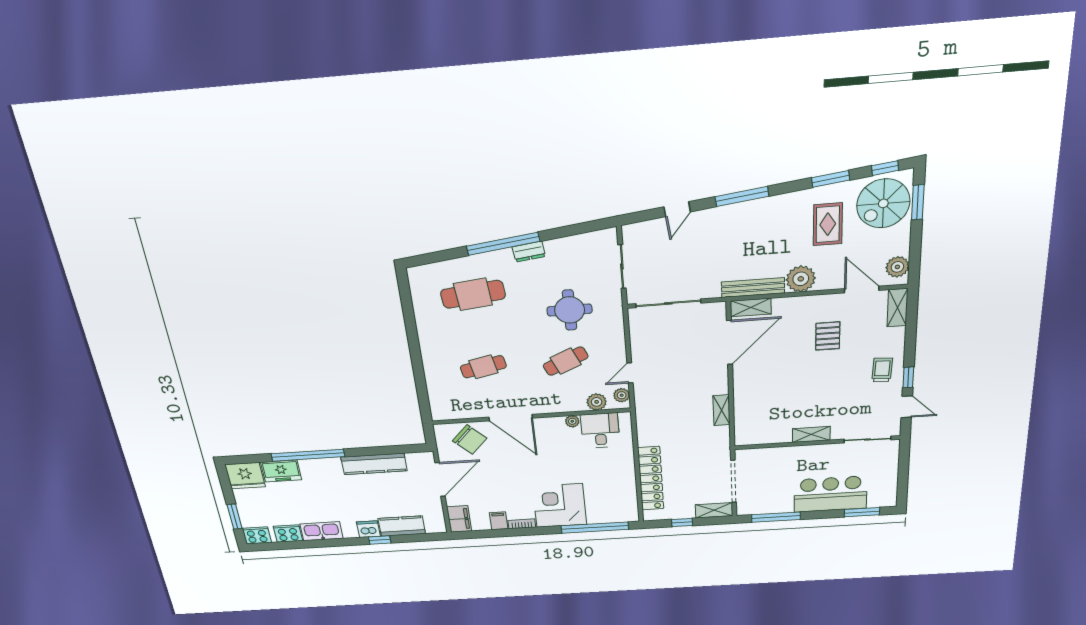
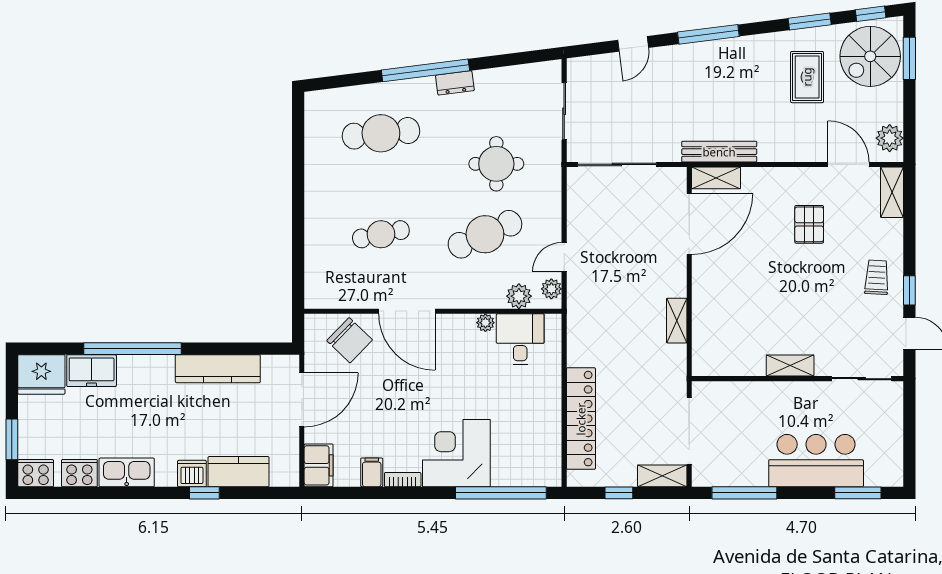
plant: (801, 279) -> (776, 145), removed
cafe table: (566, 361) -> (485, 234), width x1.37, depth x1.35

